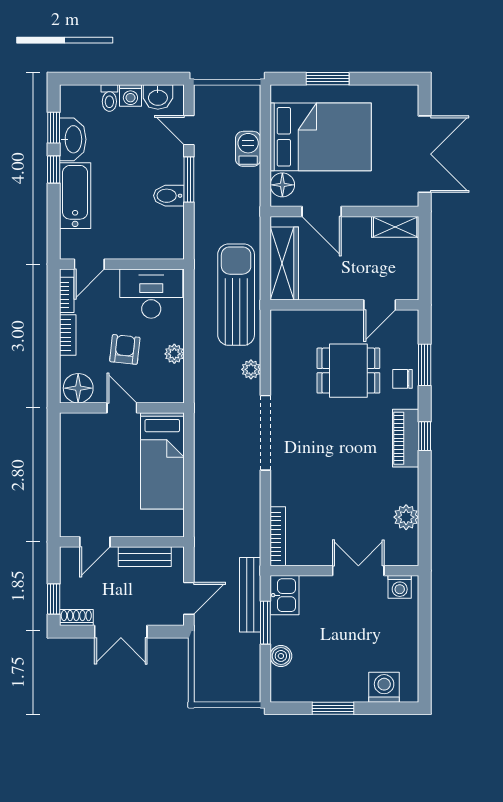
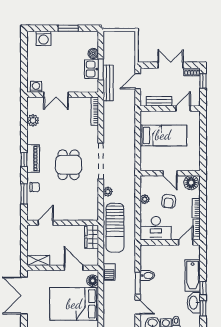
barbecue: (248, 149) -> (109, 272), moved
wardrobe: (284, 264) -> (92, 237), width x0.67
dining table: (348, 371) -> (69, 165), moved, turned 90
bed: (162, 461) -> (163, 135), moved, turned 90
kitchen sink: (285, 595) -> (92, 69), moved

